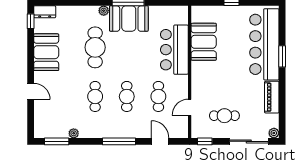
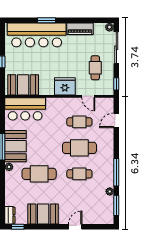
booth: (204, 42) -> (23, 85), moved
bar counter: (174, 50) -> (25, 109), moved
fridge: (202, 79) -> (65, 86), added
cafe table: (127, 96) -> (79, 148), width x1.37, depth x1.35
window: (119, 141) -> (116, 172), moved

